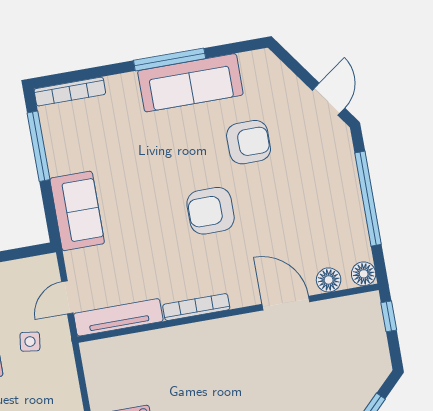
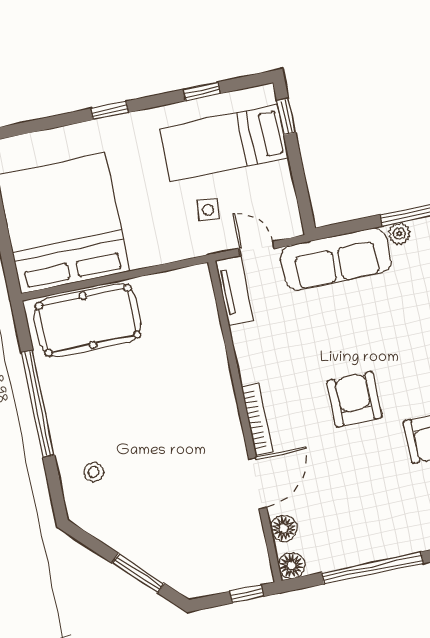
plant: (57, 164) -> (399, 234), added
sofa: (77, 211) -> (336, 259), width x1.36
bookcase: (196, 307) -> (257, 420), moved
tv unit: (118, 317) -> (234, 291), width x0.71

